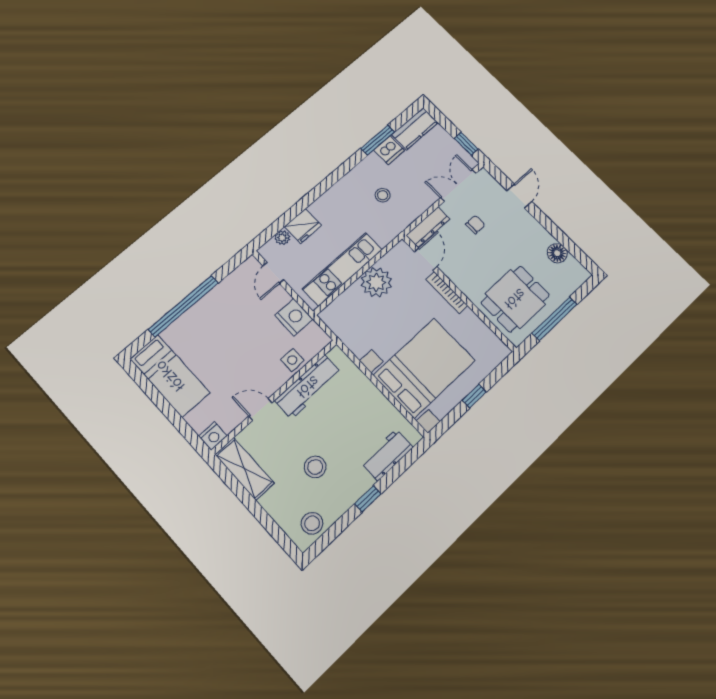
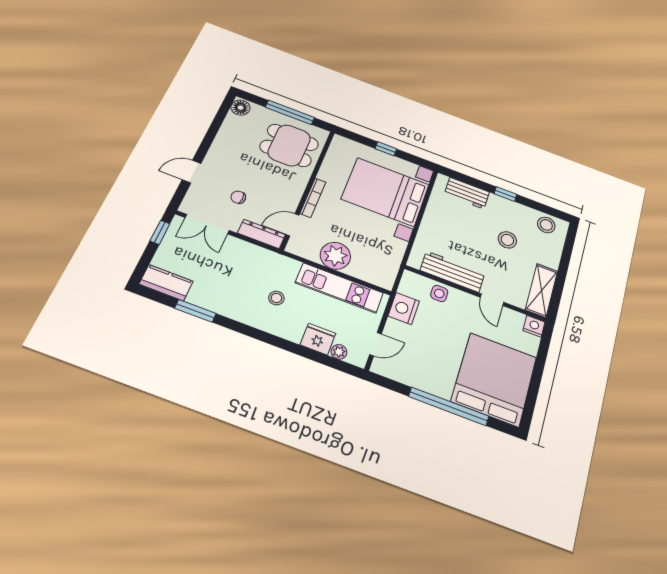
dishwasher: (389, 150) -> (201, 296), removed
stool: (383, 195) -> (276, 298), moved
floor lamp: (557, 253) -> (241, 108), moved
bed: (170, 376) -> (494, 379), width x2.04

